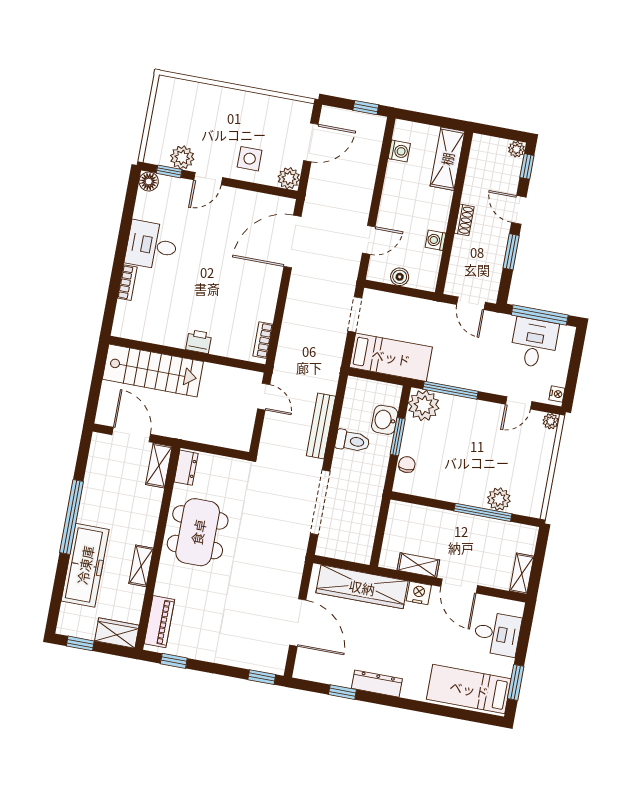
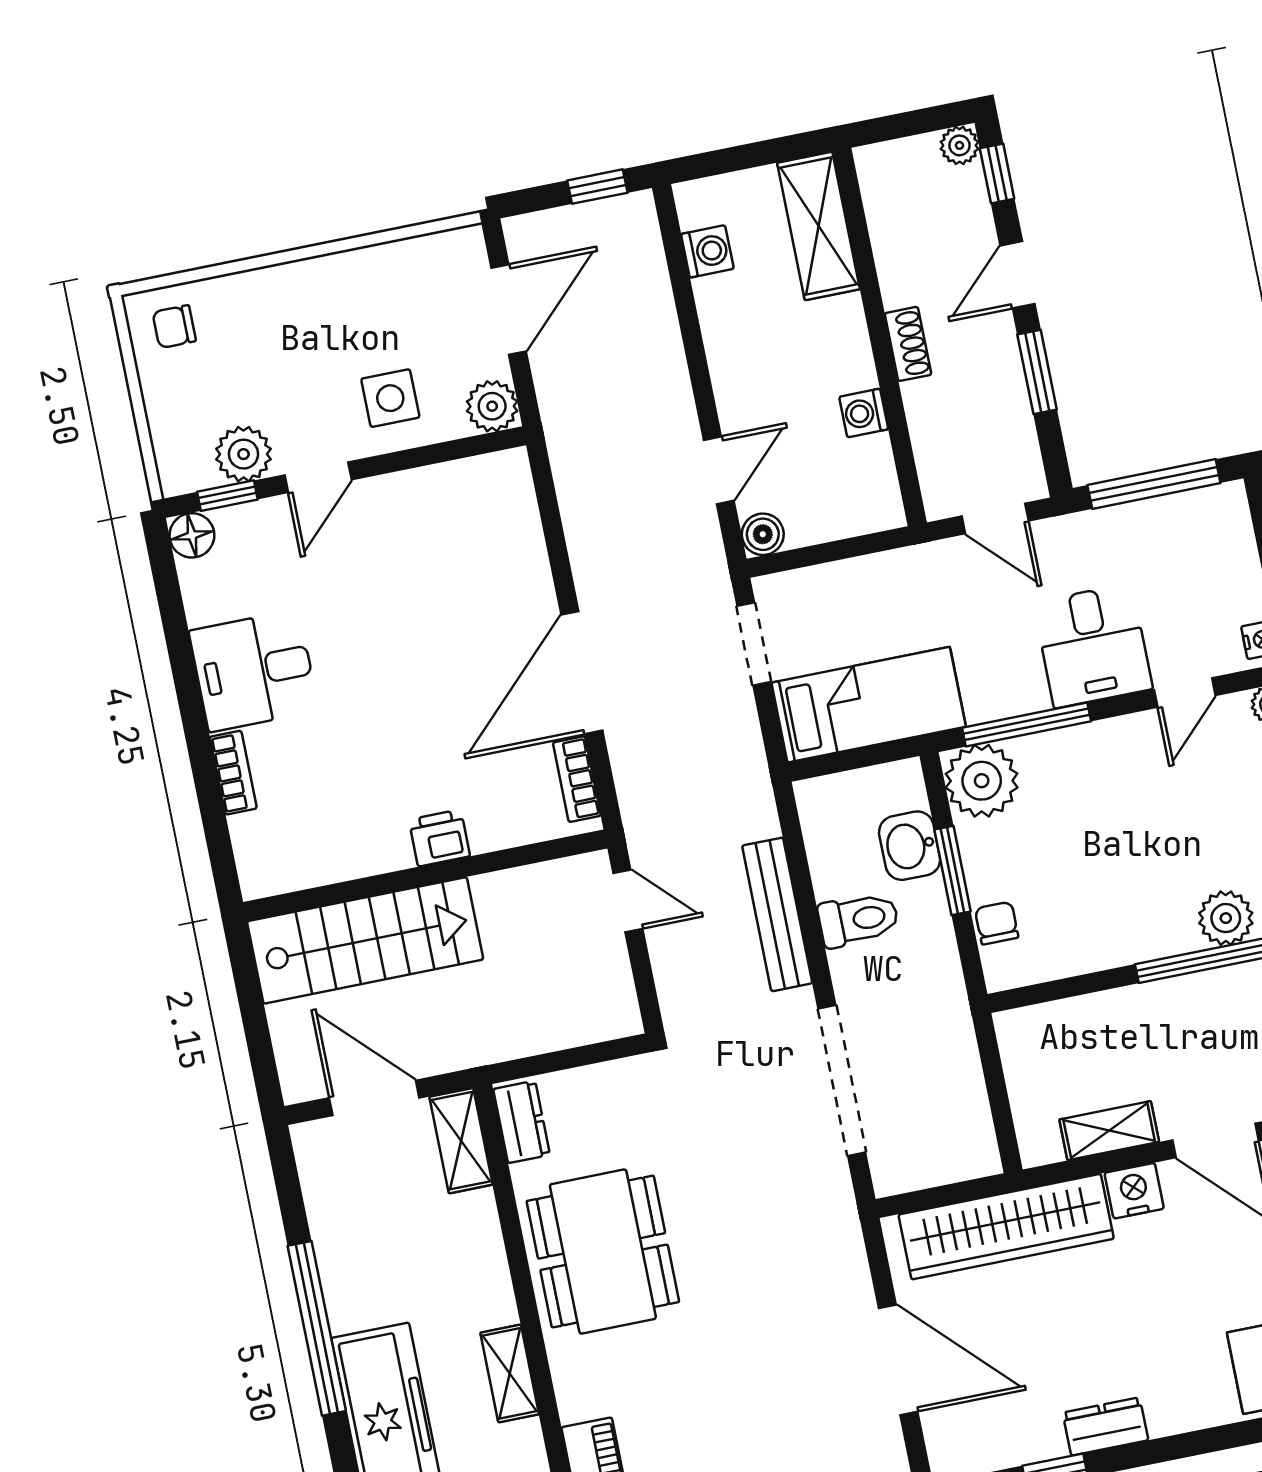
chair: (175, 96) -> (174, 327), added
door: (519, 210) -> (1017, 275), hinge flipped
door: (292, 242) -> (582, 673), moved
boiler: (400, 277) -> (763, 534), moved
desk: (534, 343) -> (1093, 646), moved, turned 180
dresser: (377, 684) -> (1105, 1426), width x0.70

